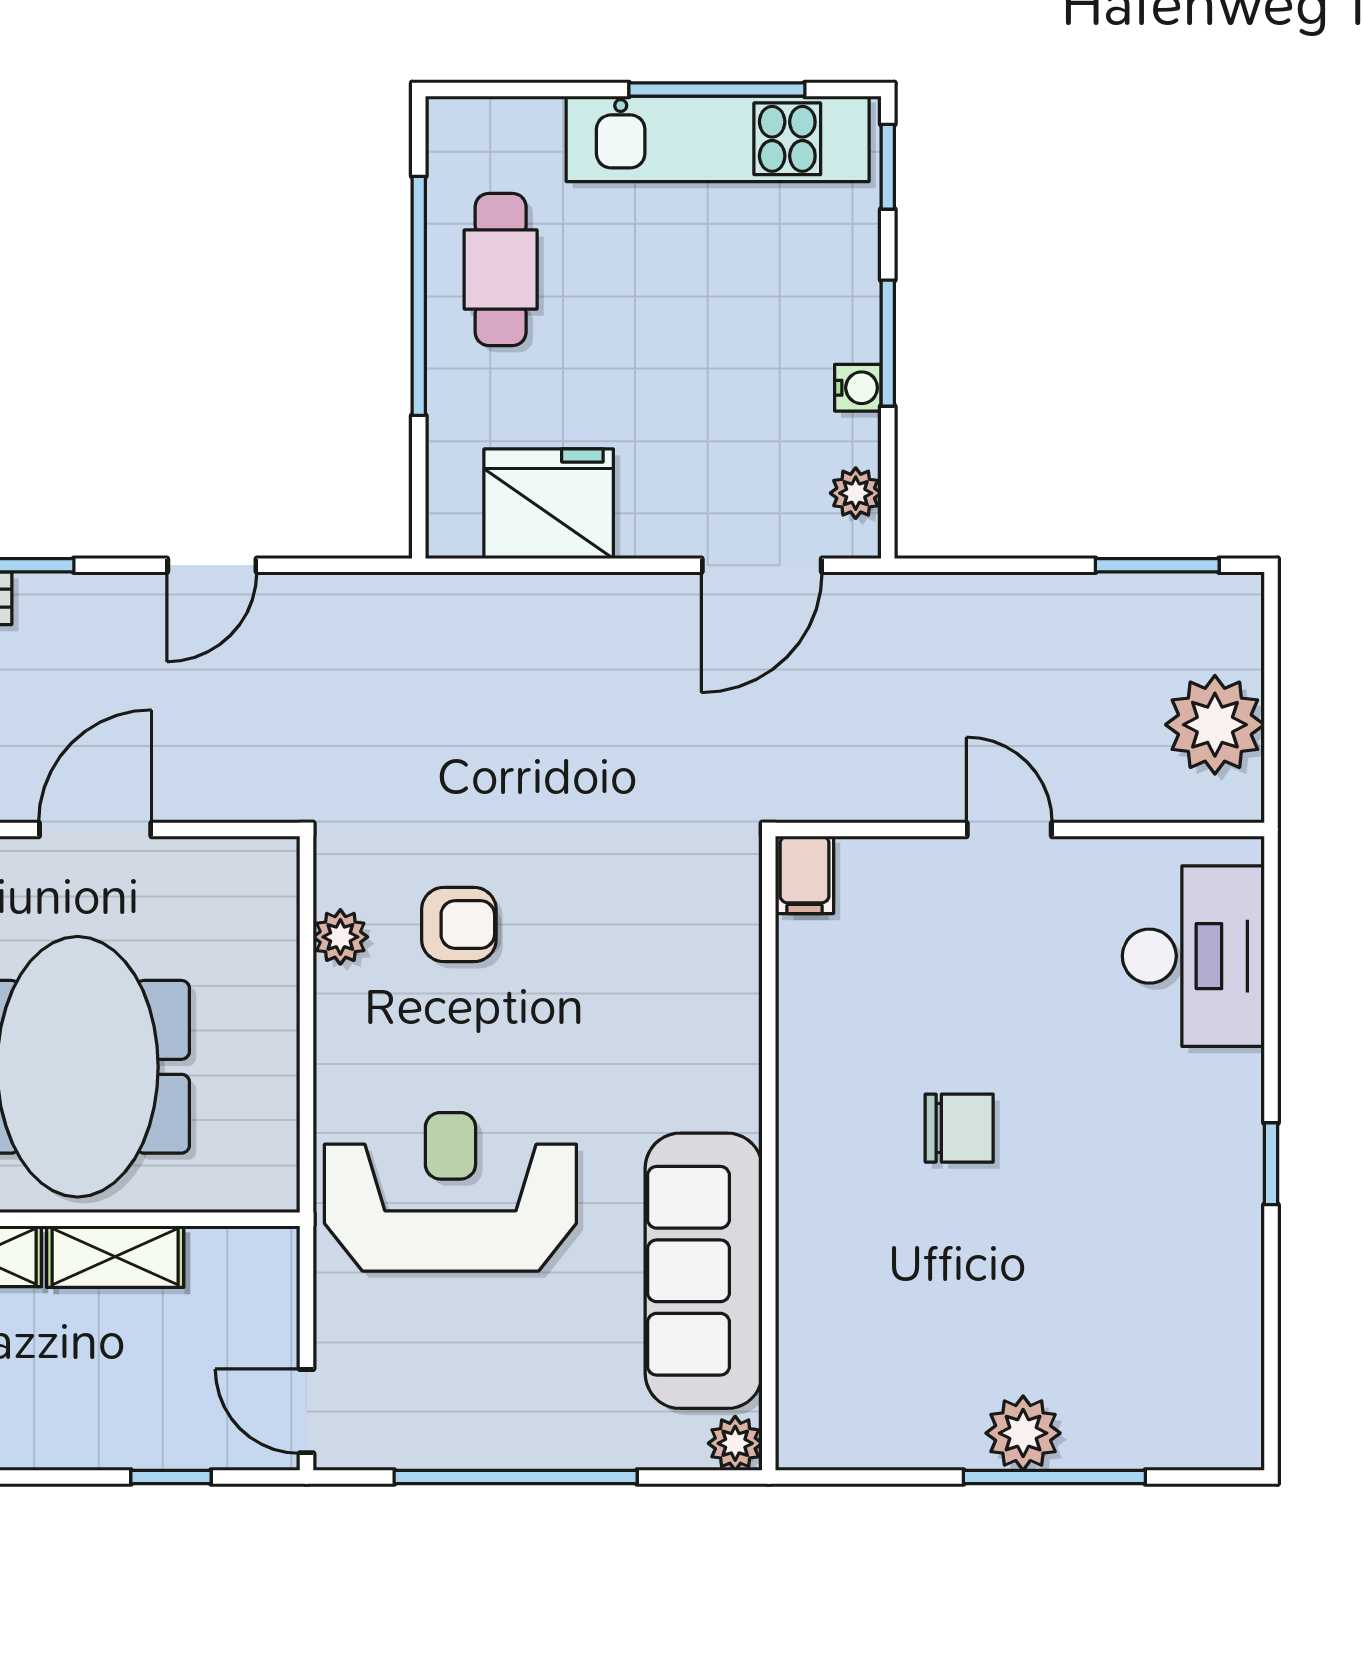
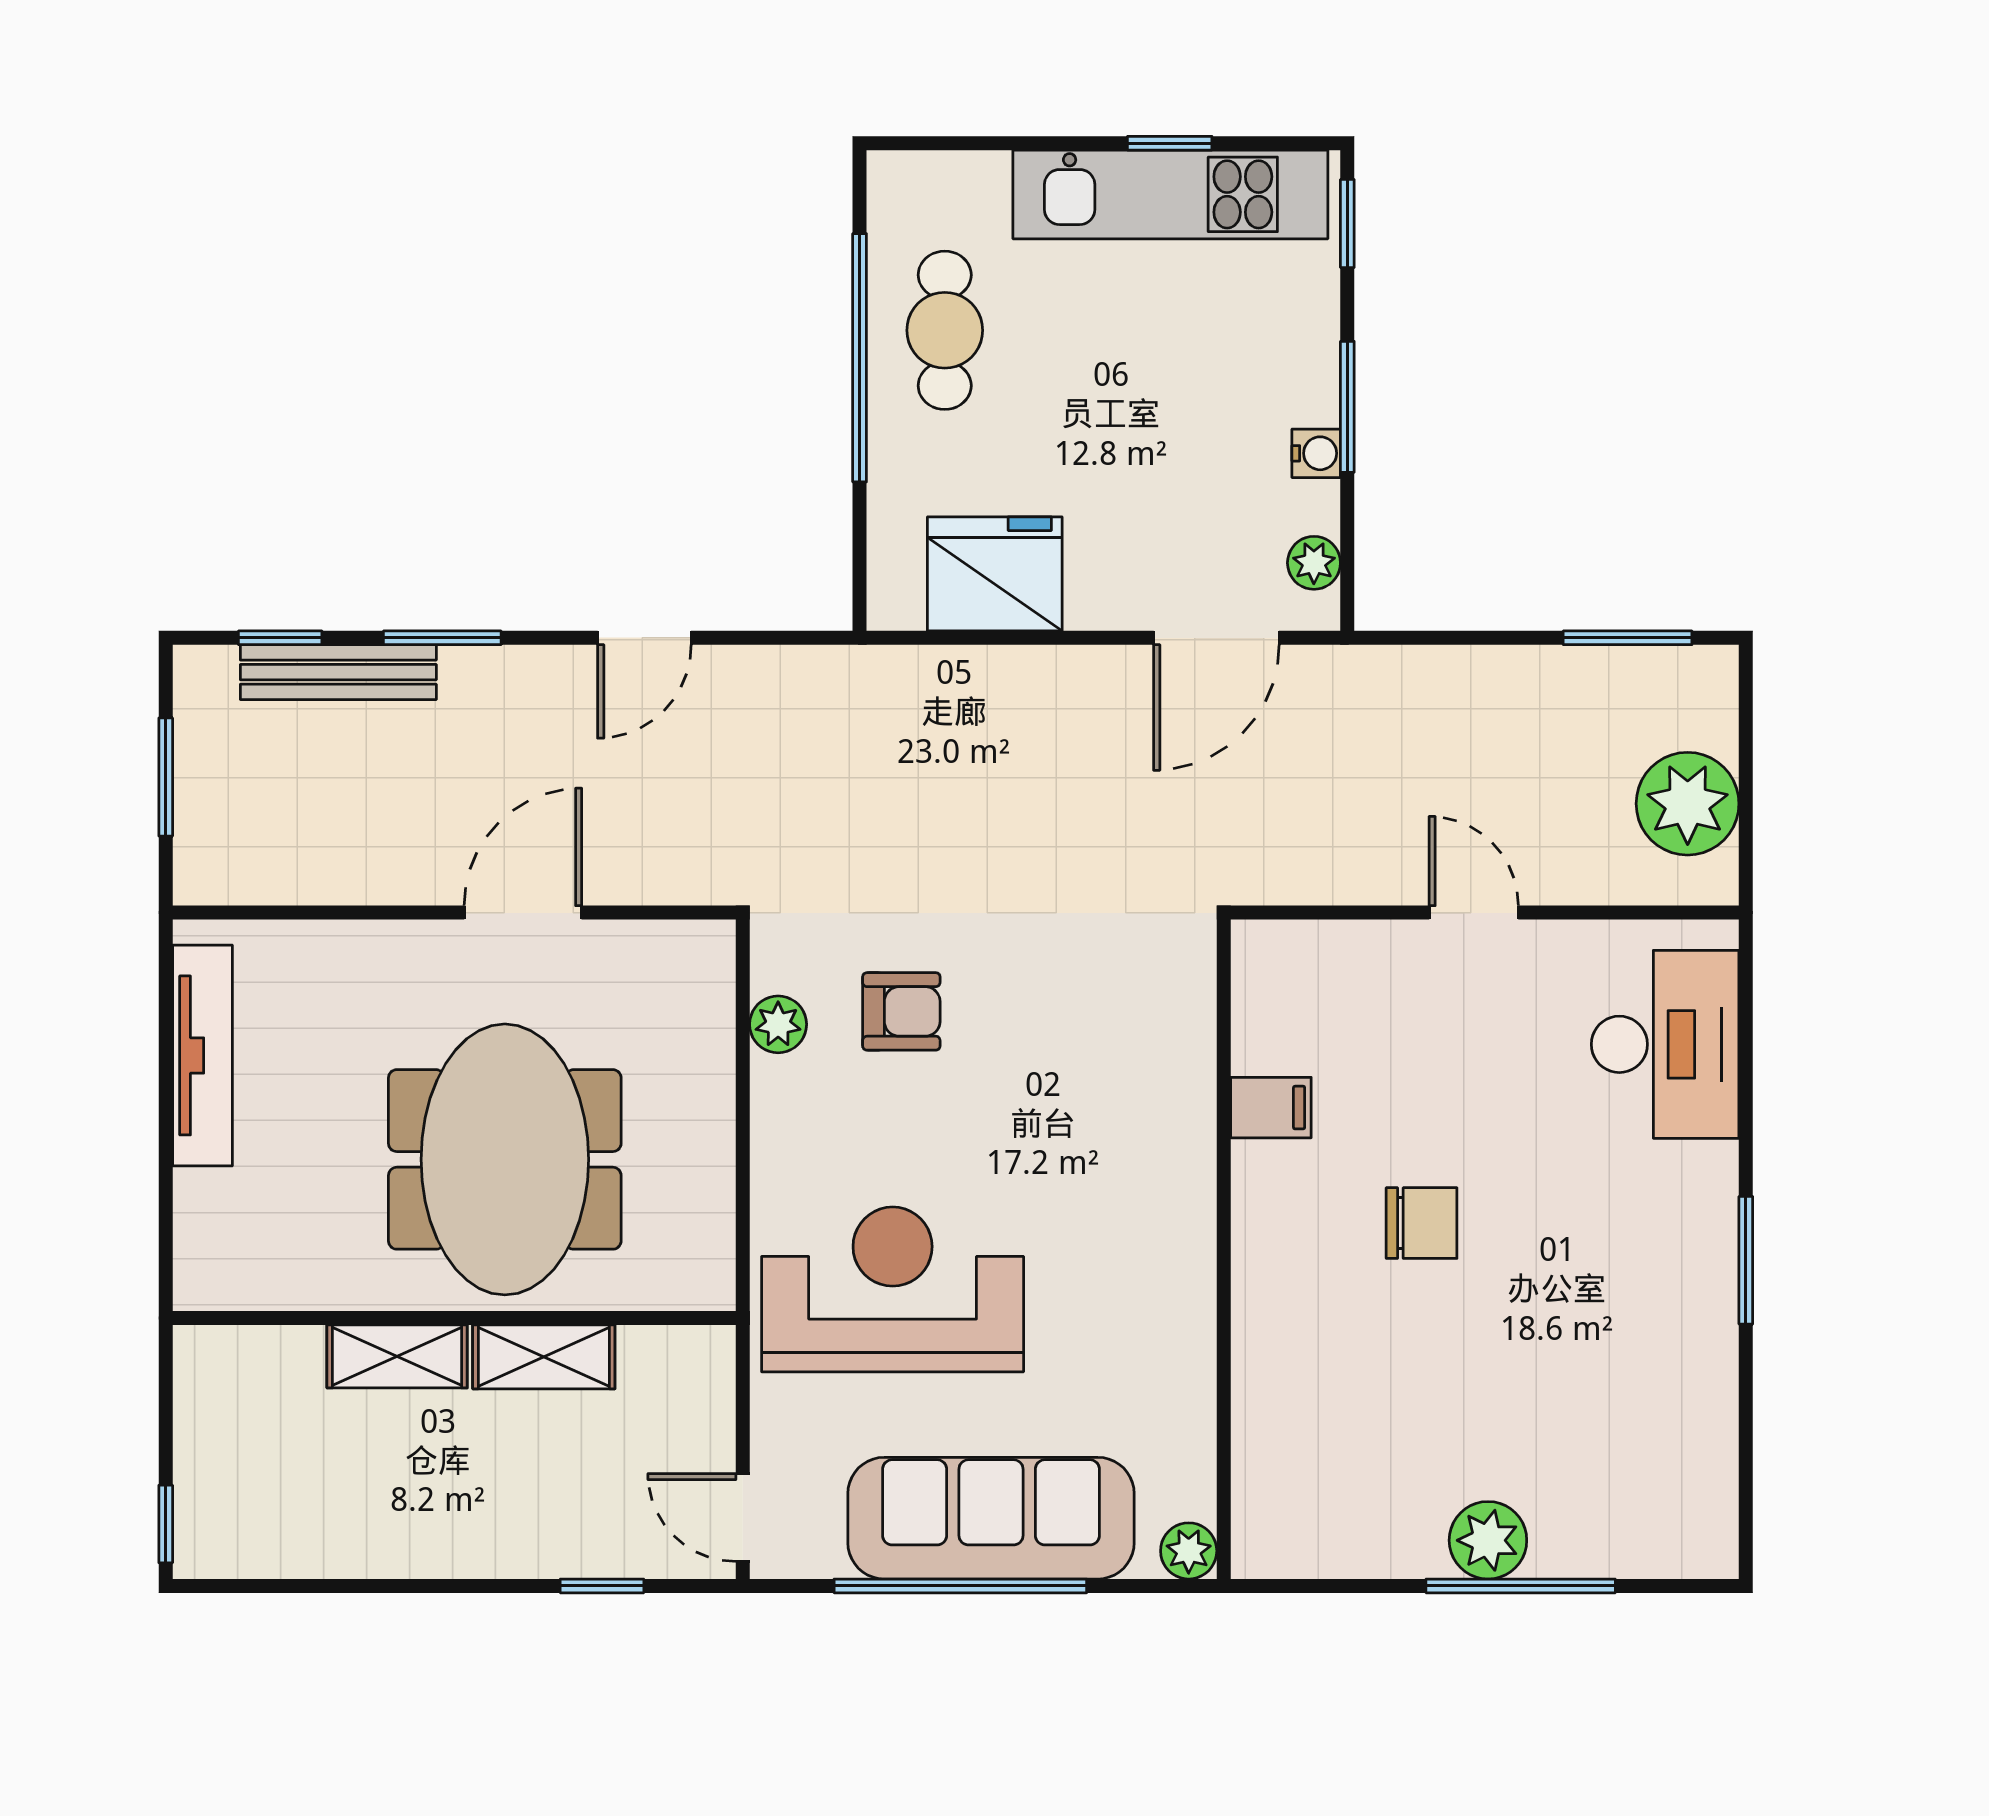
window: (717, 90) -> (1170, 143), width x0.46
filing cabinet: (805, 875) -> (1271, 1108), moved, turned -90
window: (1271, 1164) -> (1746, 1260), width x1.50
sofa: (704, 1271) -> (991, 1518), moved, turned 90

